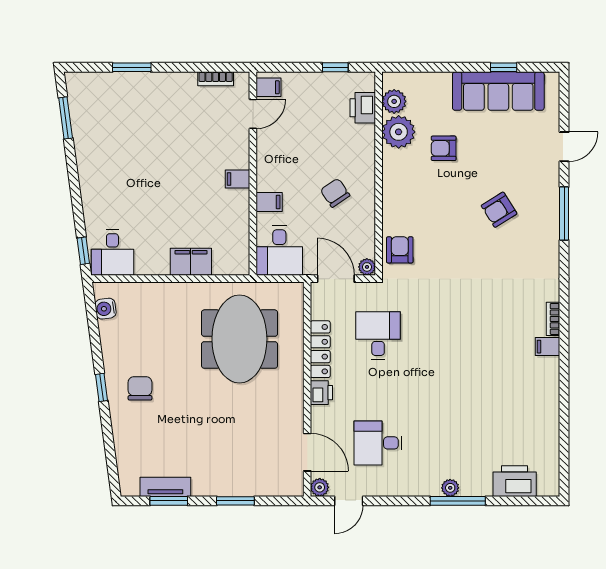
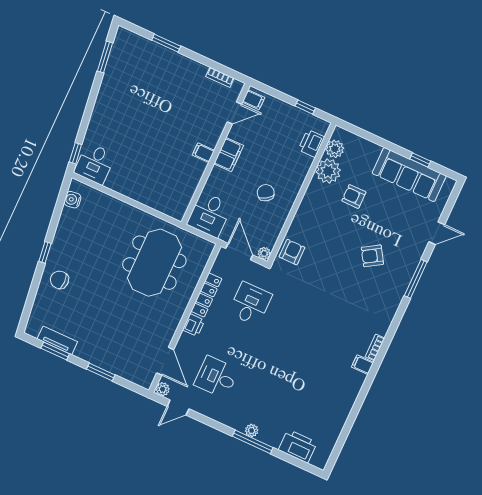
filing cabinet: (269, 202) -> (229, 155), moved, width x2.00
filing cabinet: (191, 262) -> (146, 195), removed
chair: (140, 388) -> (59, 280), moved, turned -90

